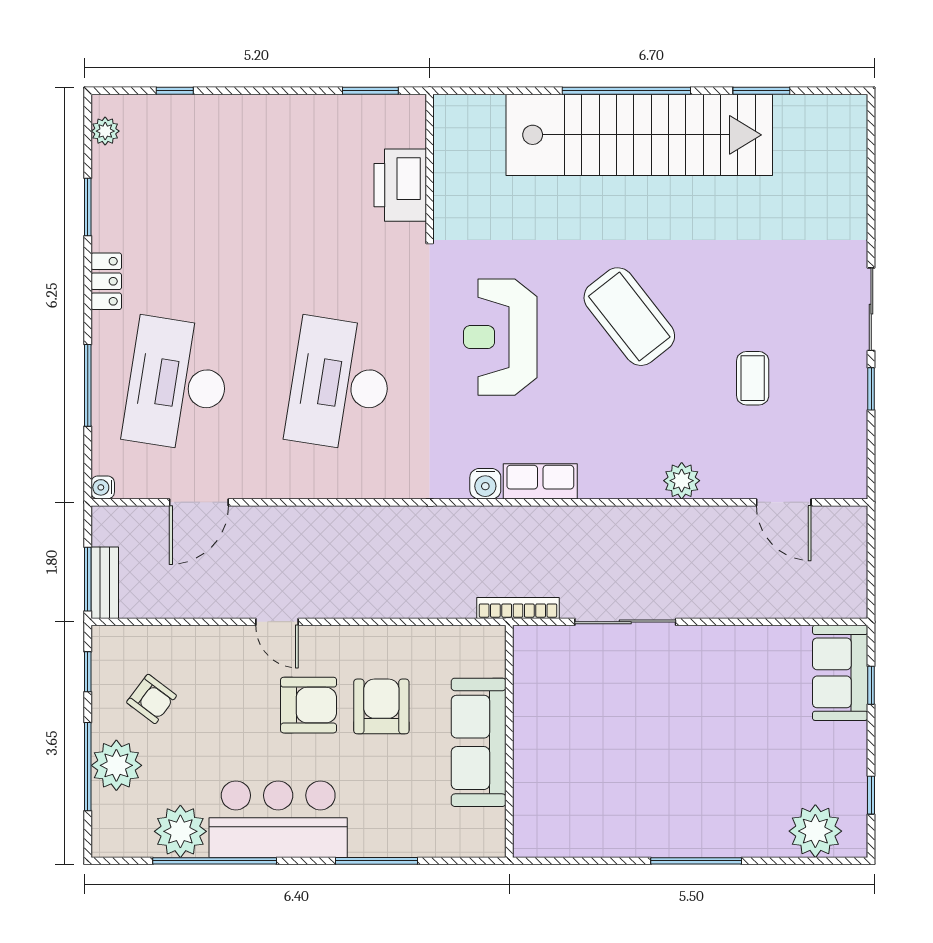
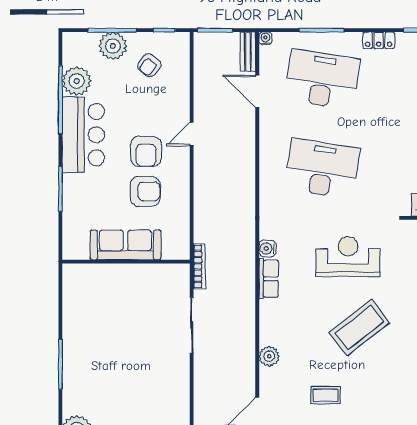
bench: (105, 583) -> (248, 52), moved, turned 90

